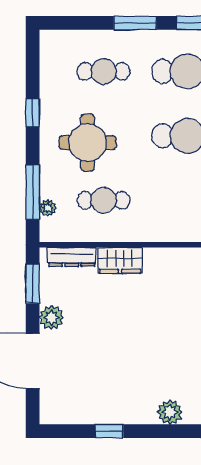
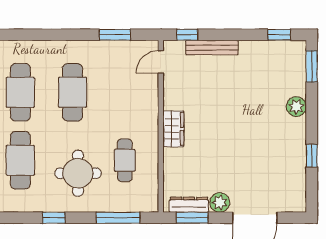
cafe table: (104, 71) -> (20, 160), width x1.37, depth x1.35
plant: (48, 208) -> (131, 206), removed
dresser: (72, 257) -> (189, 205), moved, turned -90
wardrobe: (120, 260) -> (173, 129), moved

